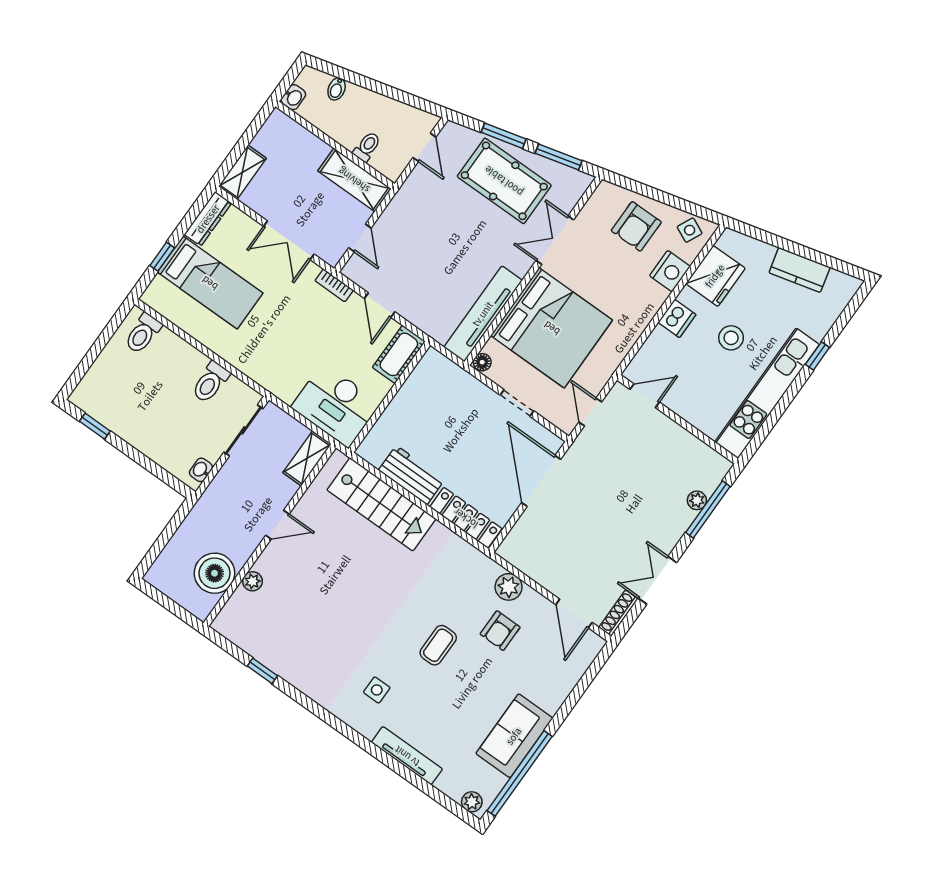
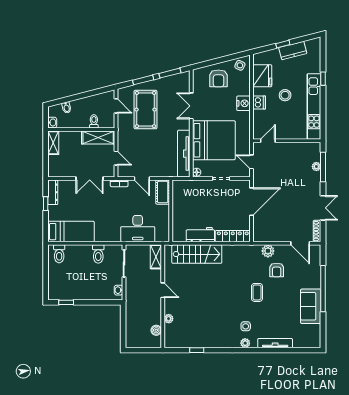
shelving: (242, 172) -> (53, 143), moved
pool table: (504, 181) -> (145, 110), moved, turned 90
window: (790, 246) -> (283, 44), added
window: (162, 257) -> (46, 204), moved
nightstand: (670, 271) -> (244, 103), moved
bed: (210, 283) -> (71, 232), moved
desk: (336, 405) -> (138, 229), moved
door: (541, 481) -> (252, 202), swing flipped
door: (277, 525) -> (163, 290), hinge flipped
boiler: (215, 573) -> (156, 330), width x0.54, depth x0.54
double door: (657, 580) -> (323, 208), swing flipped
window: (520, 773) -> (323, 289), moved
plant: (472, 802) -> (245, 343), moved

